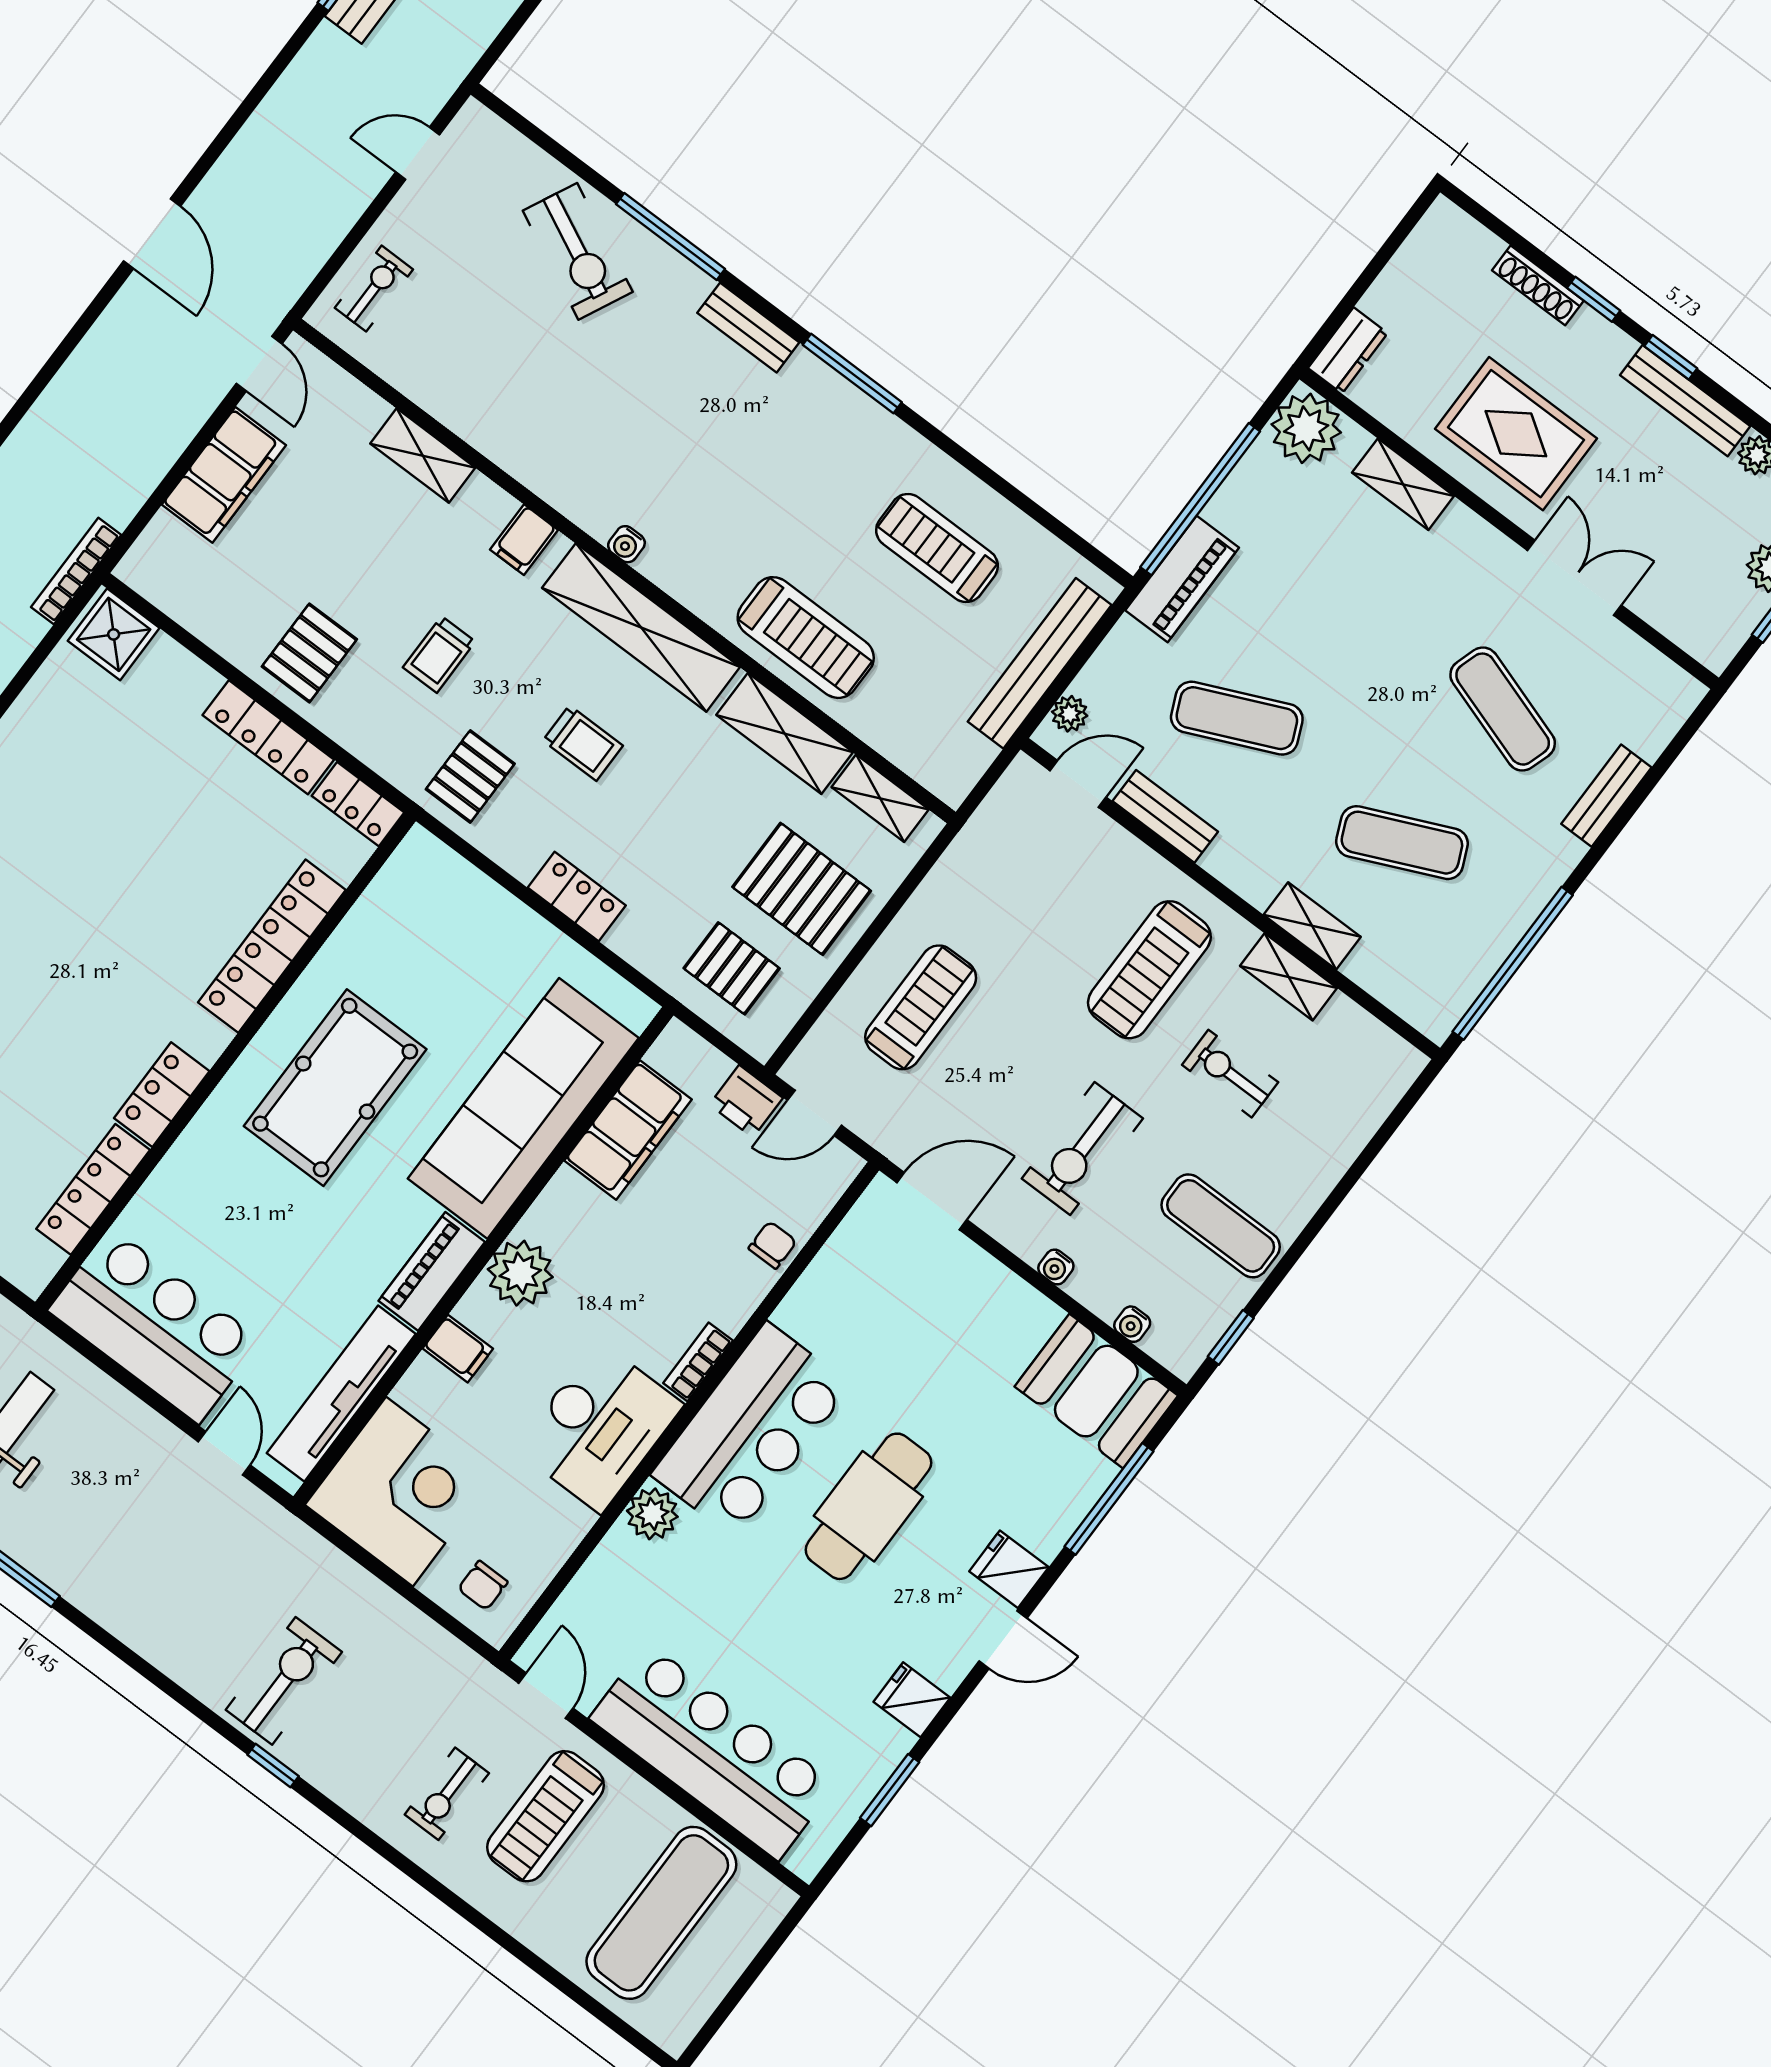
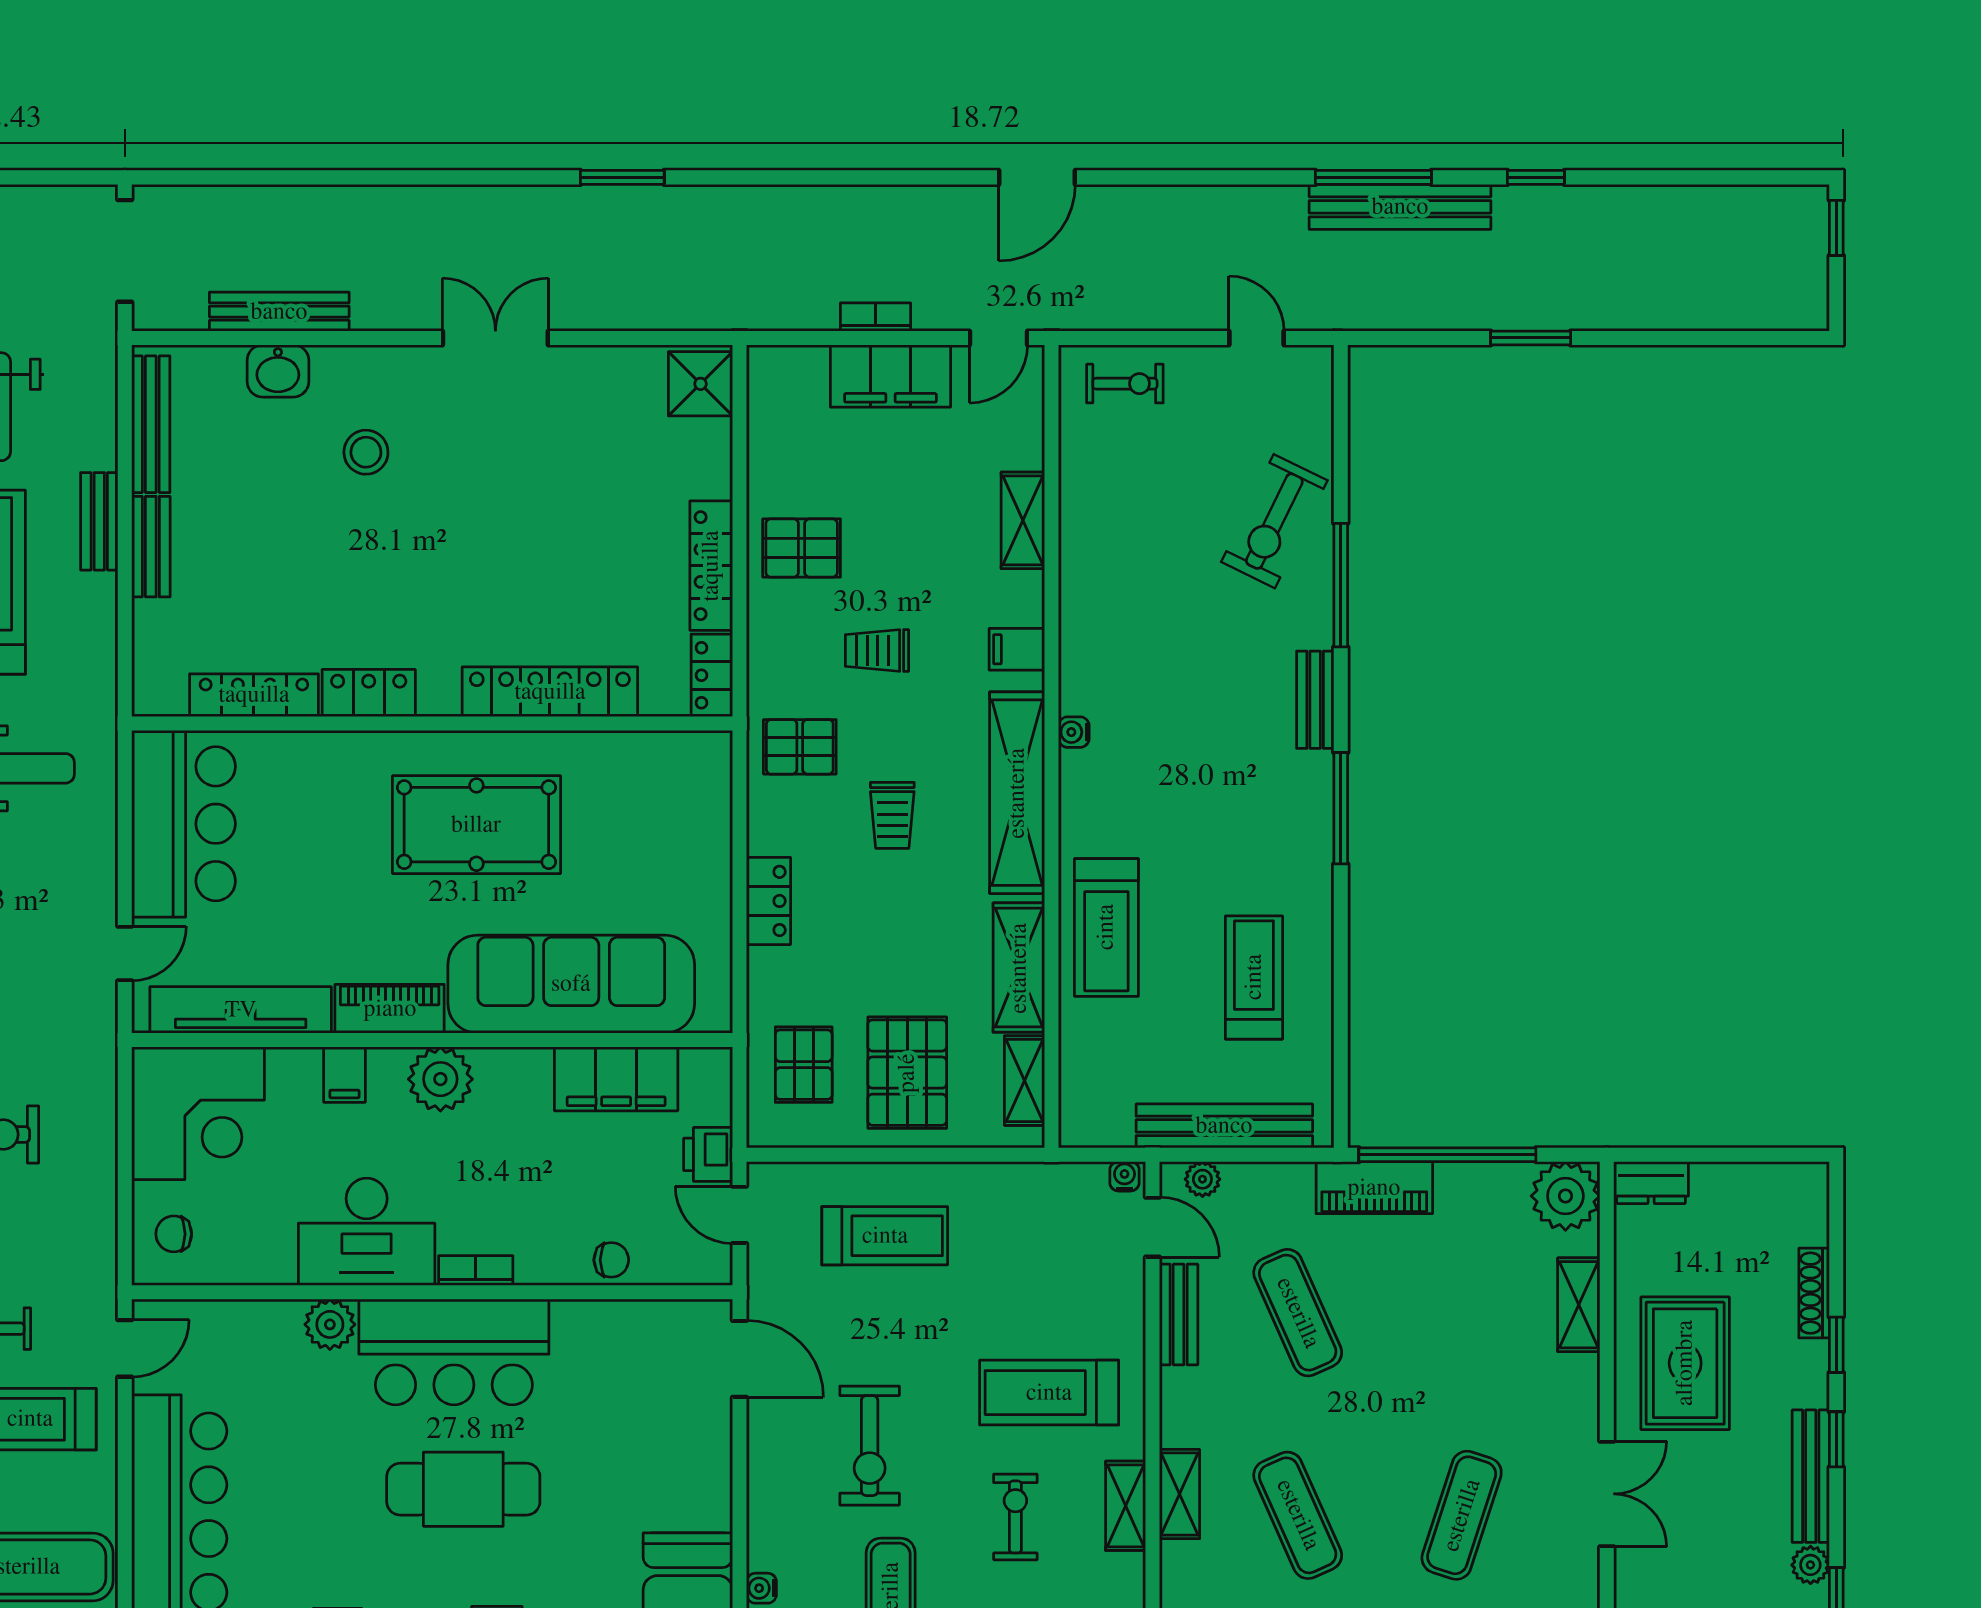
bookcase: (76, 571) -> (876, 317), moved, width x0.64
exercise bike: (1082, 1148) -> (870, 1446), turned -90
water cooler: (1056, 1267) -> (1125, 1176), moved, turned 90

